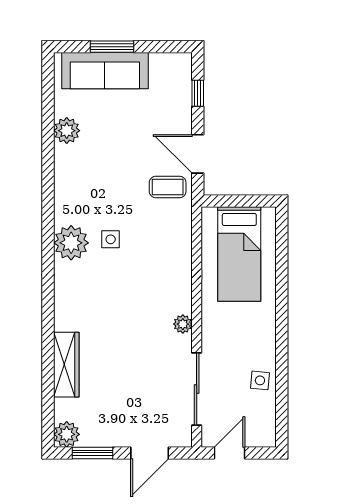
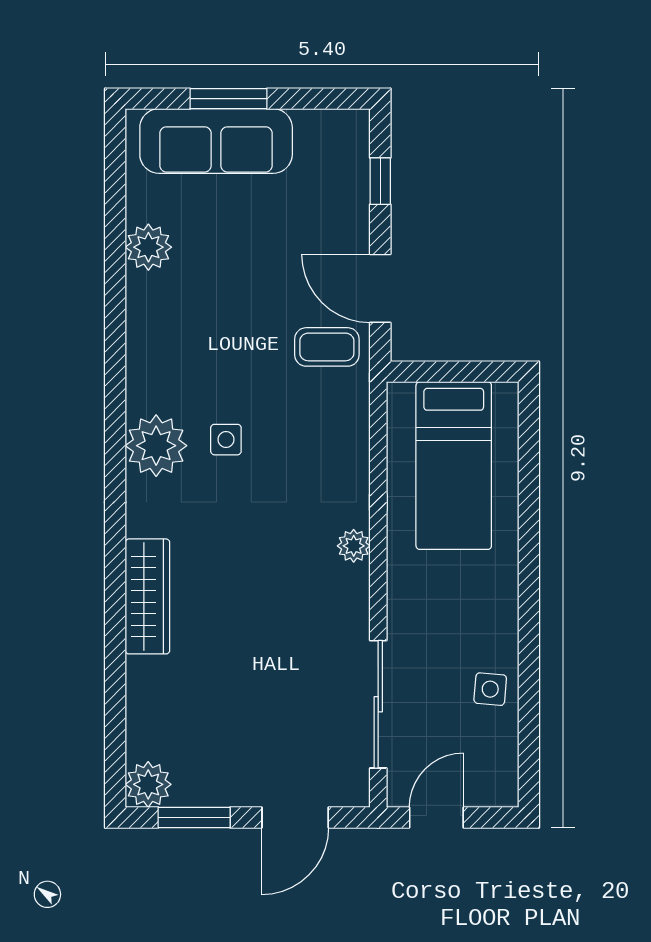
plant: (183, 324) -> (354, 546), moved
wardrobe: (66, 365) -> (147, 596), moved

